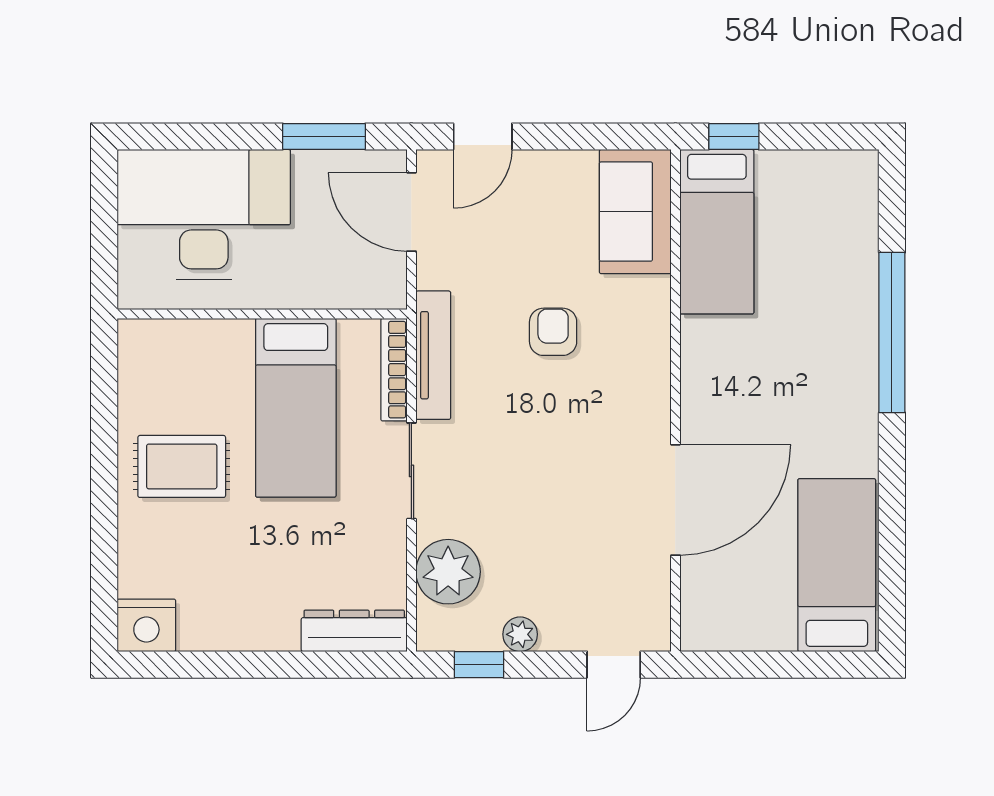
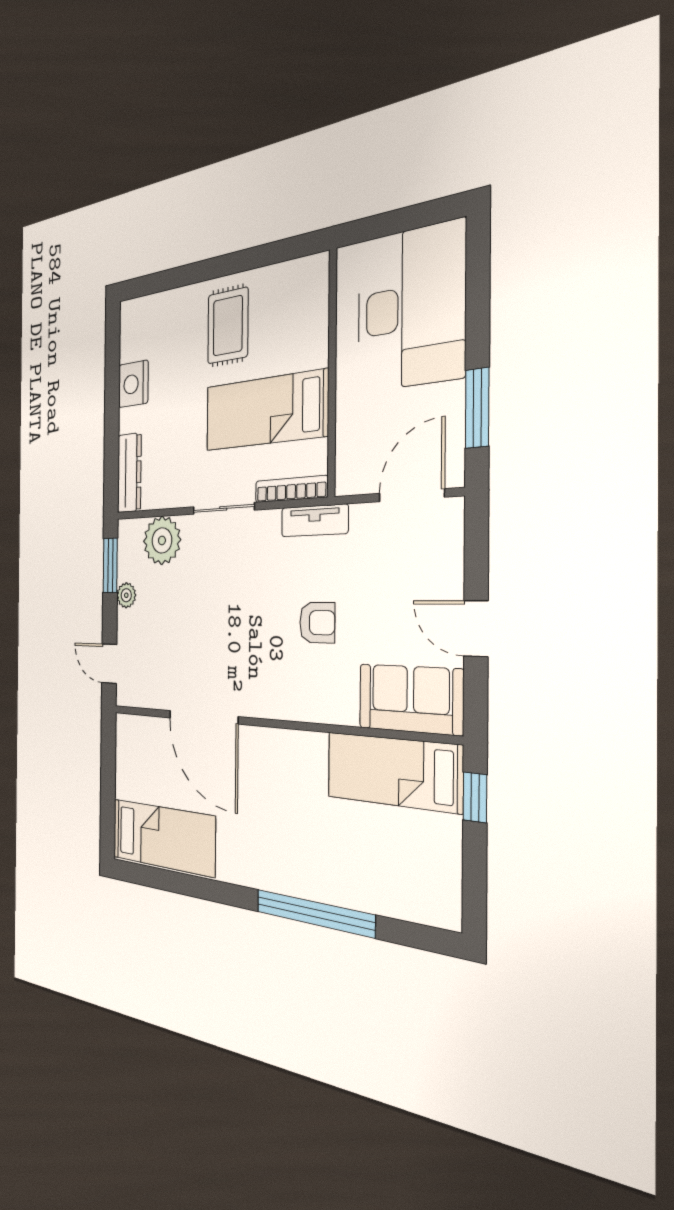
door: (483, 136) -> (476, 629), moved
tv unit: (433, 355) -> (314, 521), width x0.71
nightstand: (146, 625) -> (133, 384), moved
window: (479, 665) -> (110, 565), width x1.50

